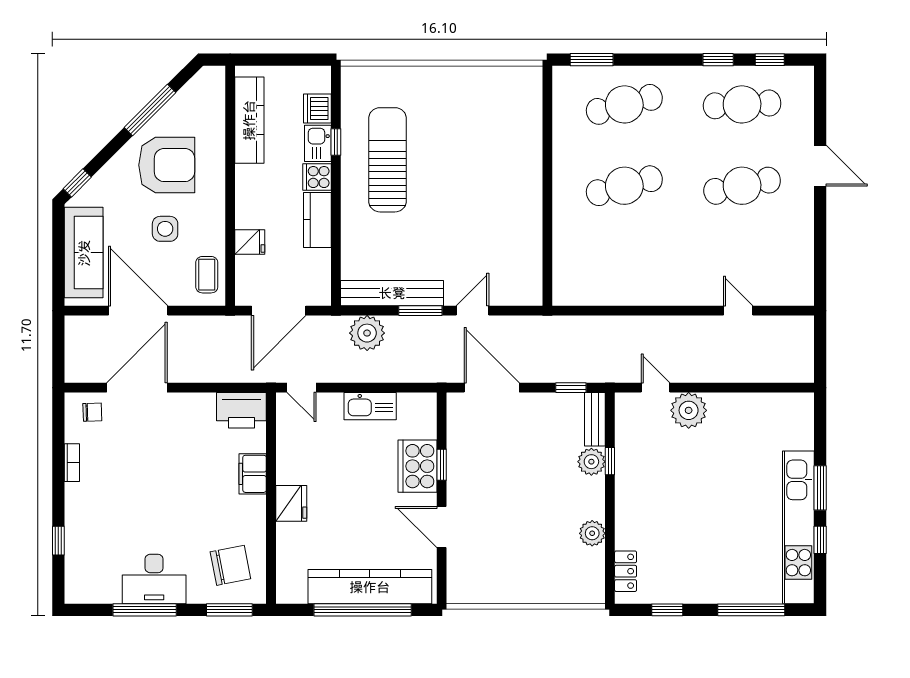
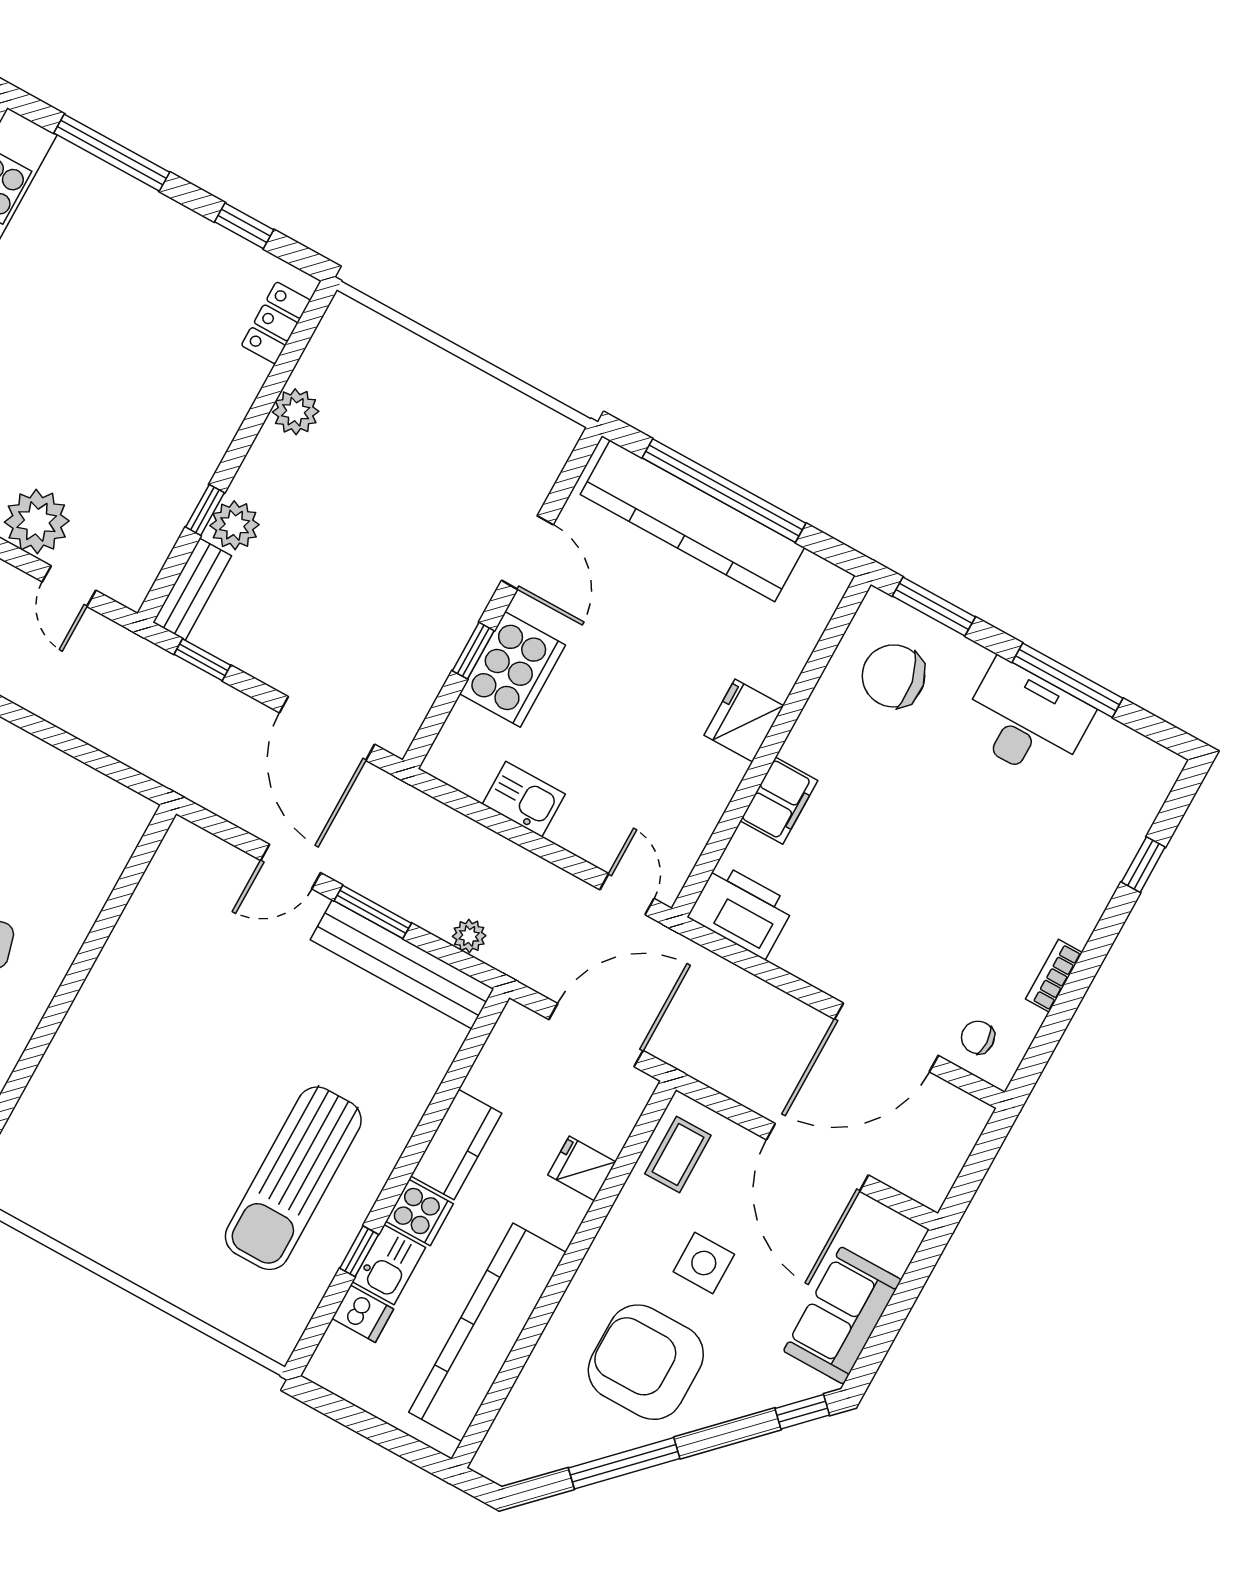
dishwasher: (317, 109) -> (363, 1314), width x0.73
kitchen counter: (249, 120) -> (487, 1332), width x1.39, depth x1.17
sofa: (84, 253) -> (842, 1315), width x0.73
plant: (367, 333) -> (469, 936), width x0.53, depth x0.53
kitchen sink: (370, 406) -> (524, 799), width x0.73

